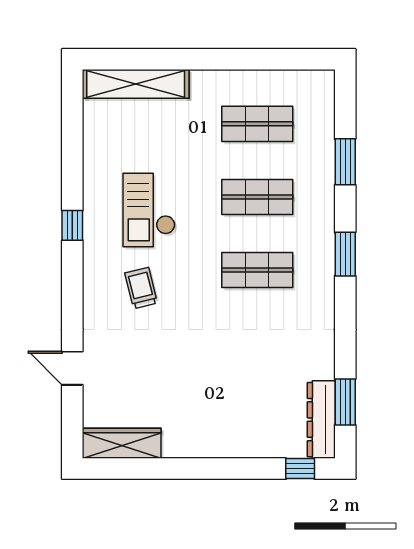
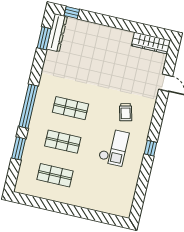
shelving: (136, 84) -> (106, 206), removed
window: (345, 254) -> (28, 106), width x2.11

